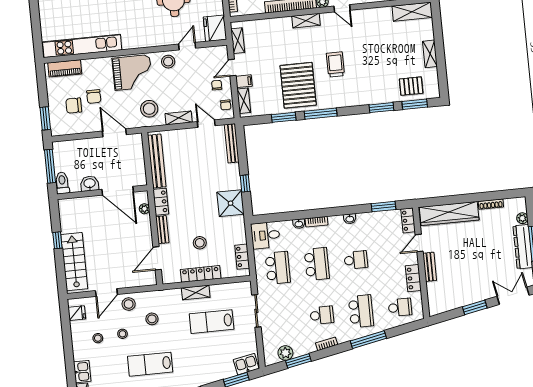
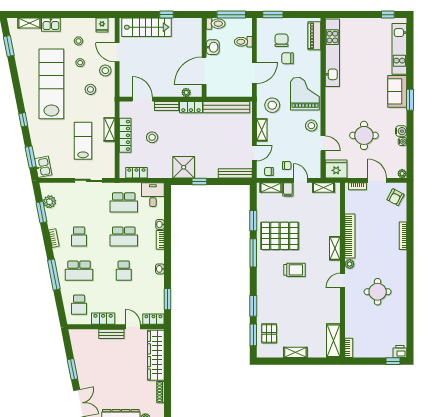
grand piano: (132, 72) -> (305, 94), turned 180
toilet: (80, 149) -> (243, 42), added
lab bench: (150, 364) -> (51, 84), width x1.86, depth x1.39

